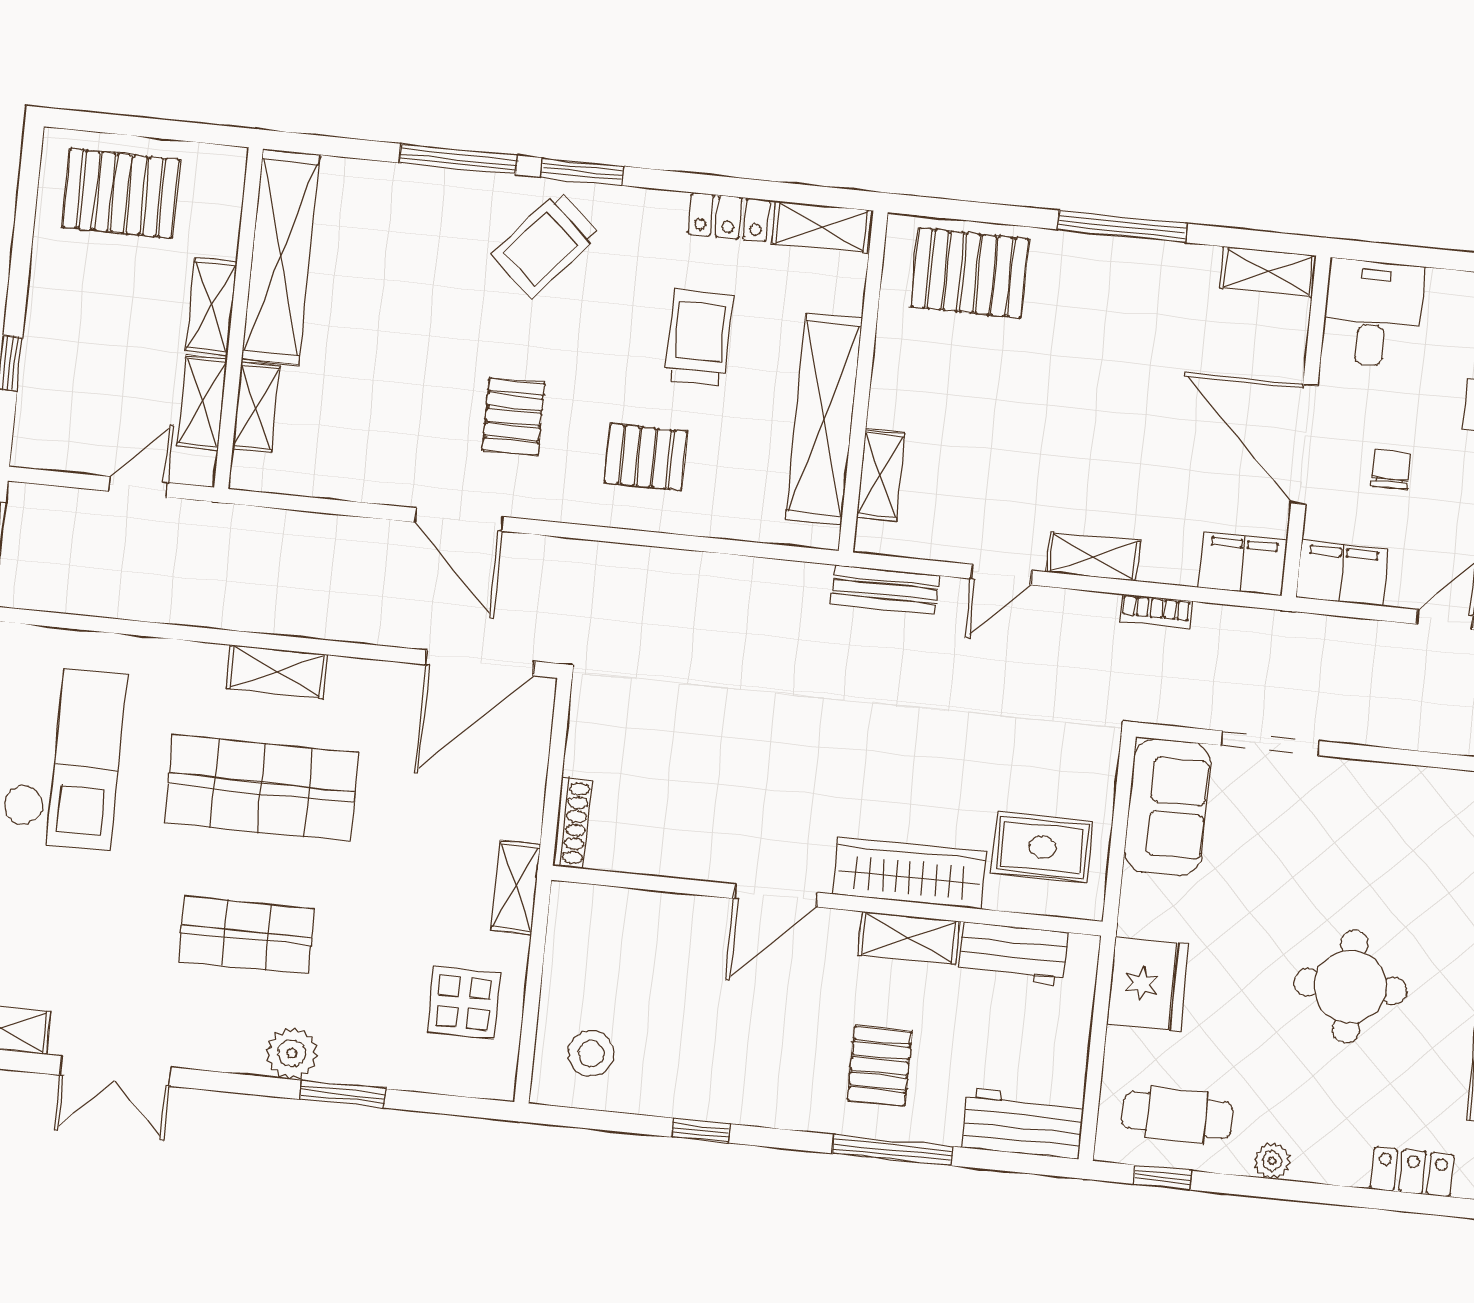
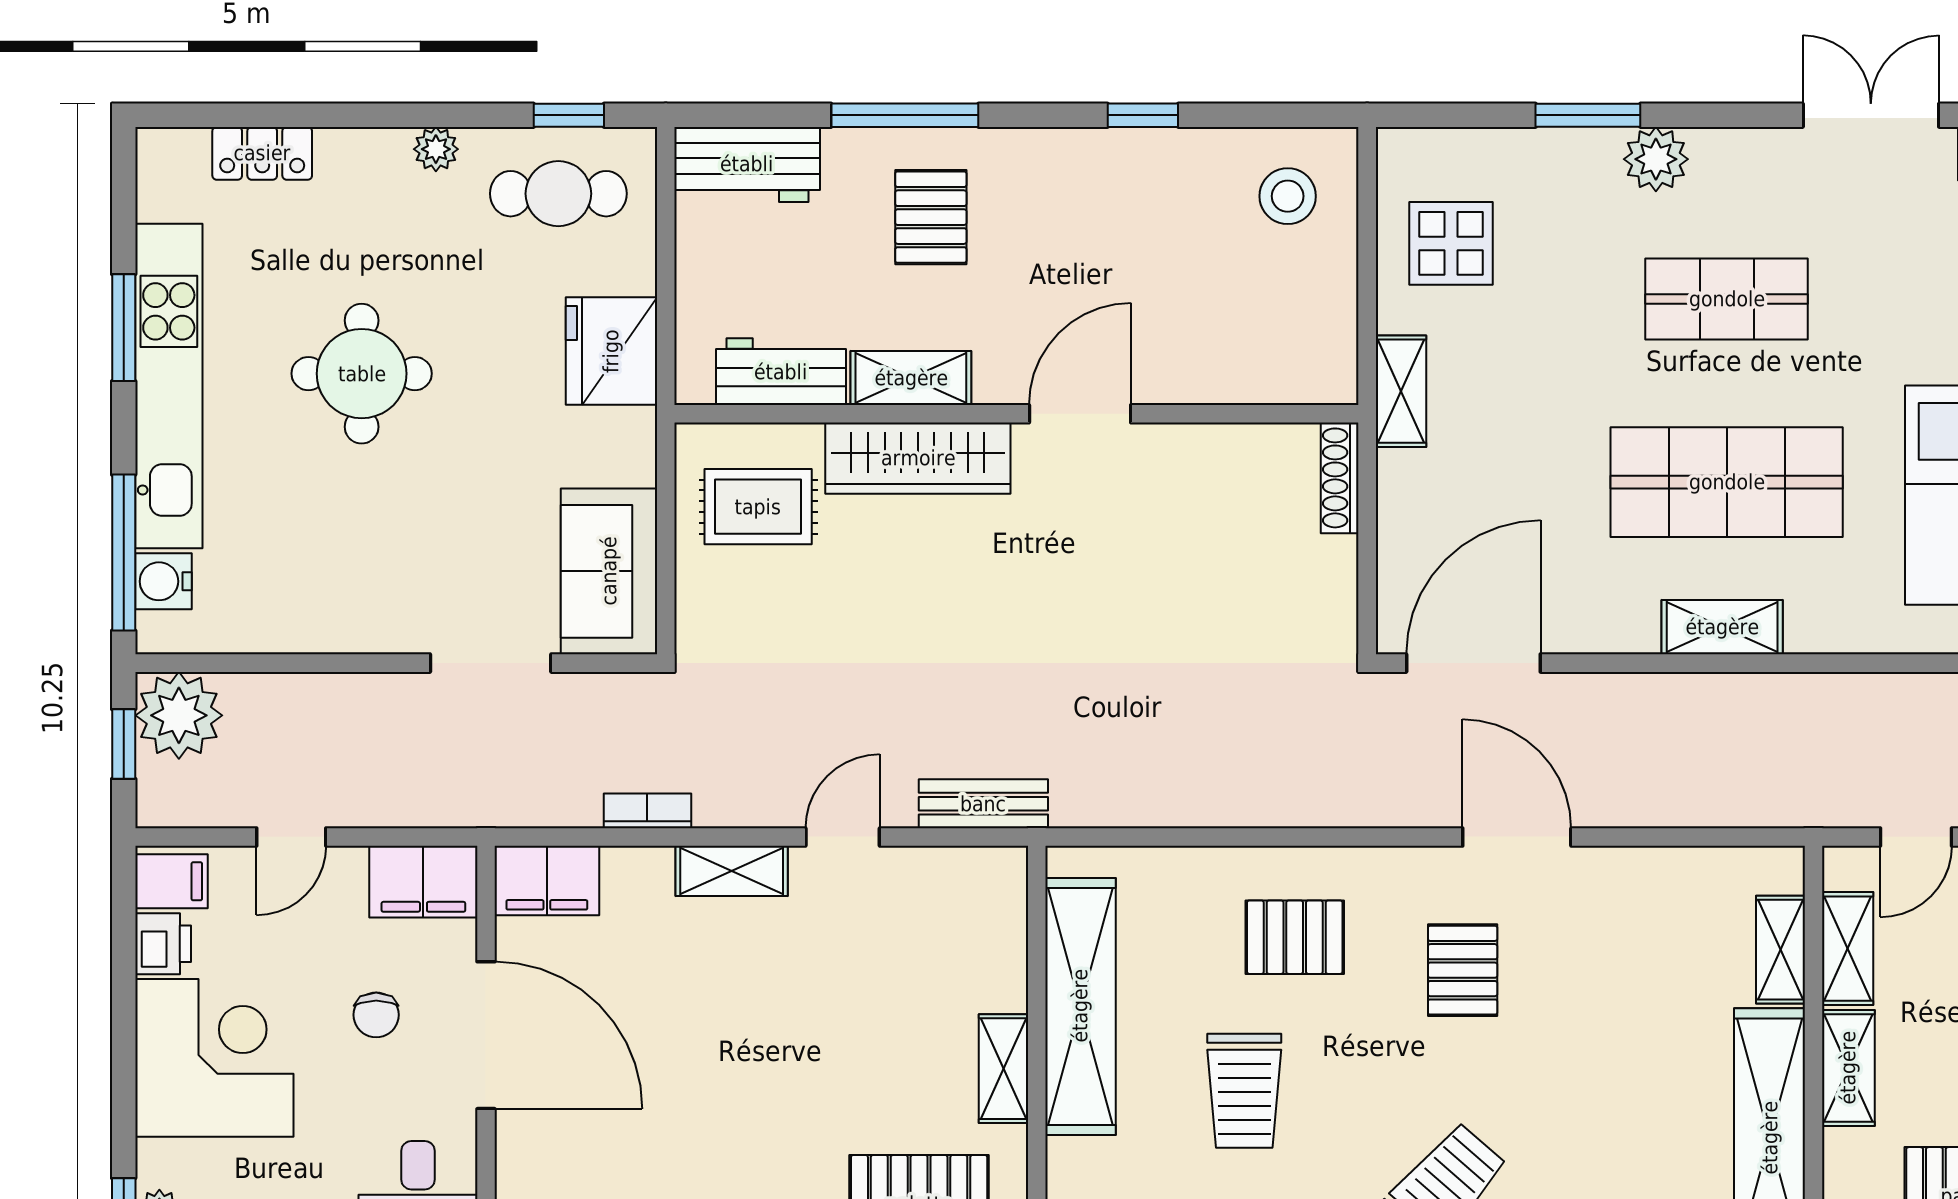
shelving: (881, 475) -> (1003, 1069), moved

